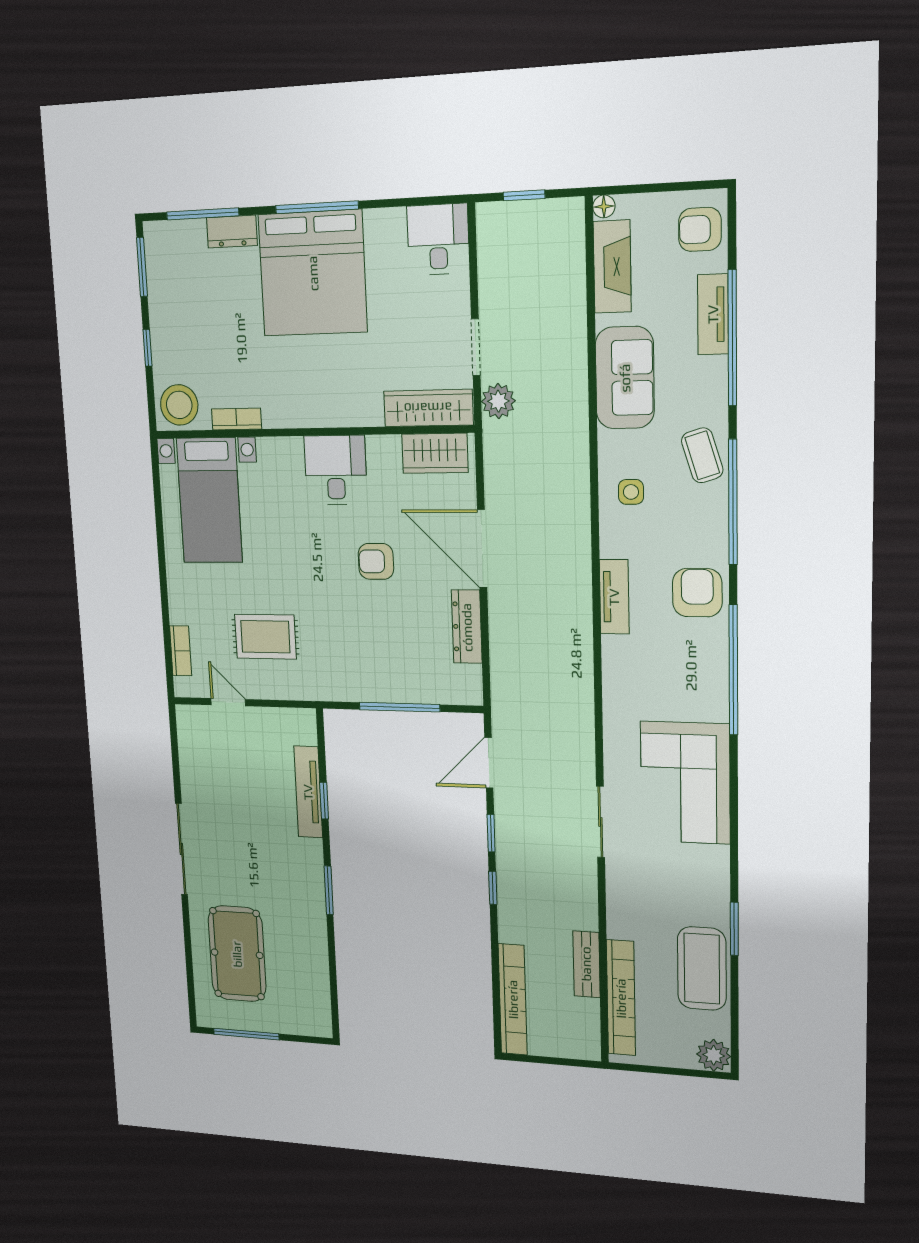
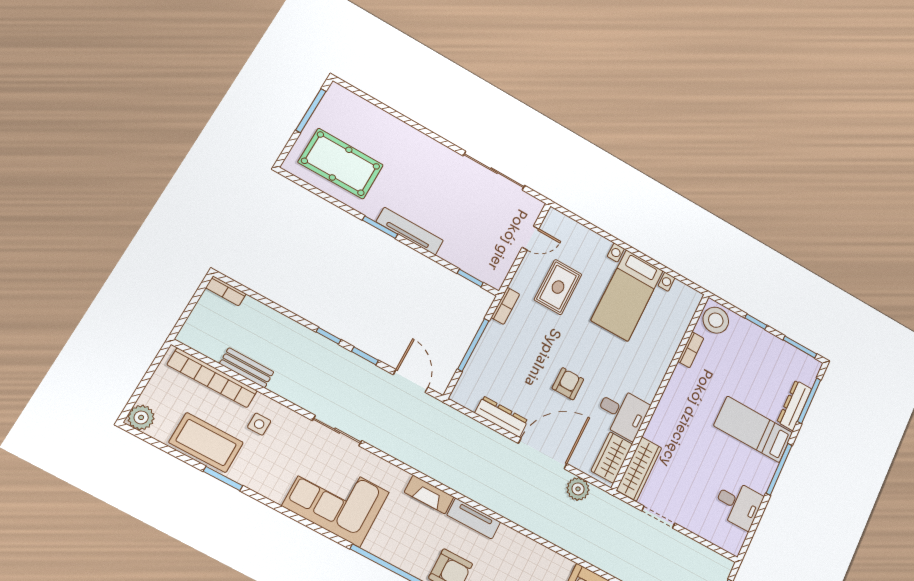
dresser: (232, 232) -> (794, 405), width x1.44
desk: (438, 239) -> (738, 504), moved
bed: (313, 273) -> (753, 429), width x0.49
plant: (498, 401) -> (578, 489), moved
desk: (336, 470) -> (622, 413), moved
side table: (631, 492) -> (259, 424), moved
bed with nightstands: (209, 500) -> (627, 295), moved, turned -90
bookcase: (181, 651) -> (505, 306), moved, turned -90
fireplace: (616, 669) -> (429, 495), added
tv unit: (308, 792) -> (410, 231), moved
window: (324, 801) -> (470, 278), moved
sliding door: (181, 849) -> (494, 171), moved
pool table: (237, 954) -> (341, 164), moved
bookcase: (513, 999) -> (226, 291), width x0.43, depth x0.76

